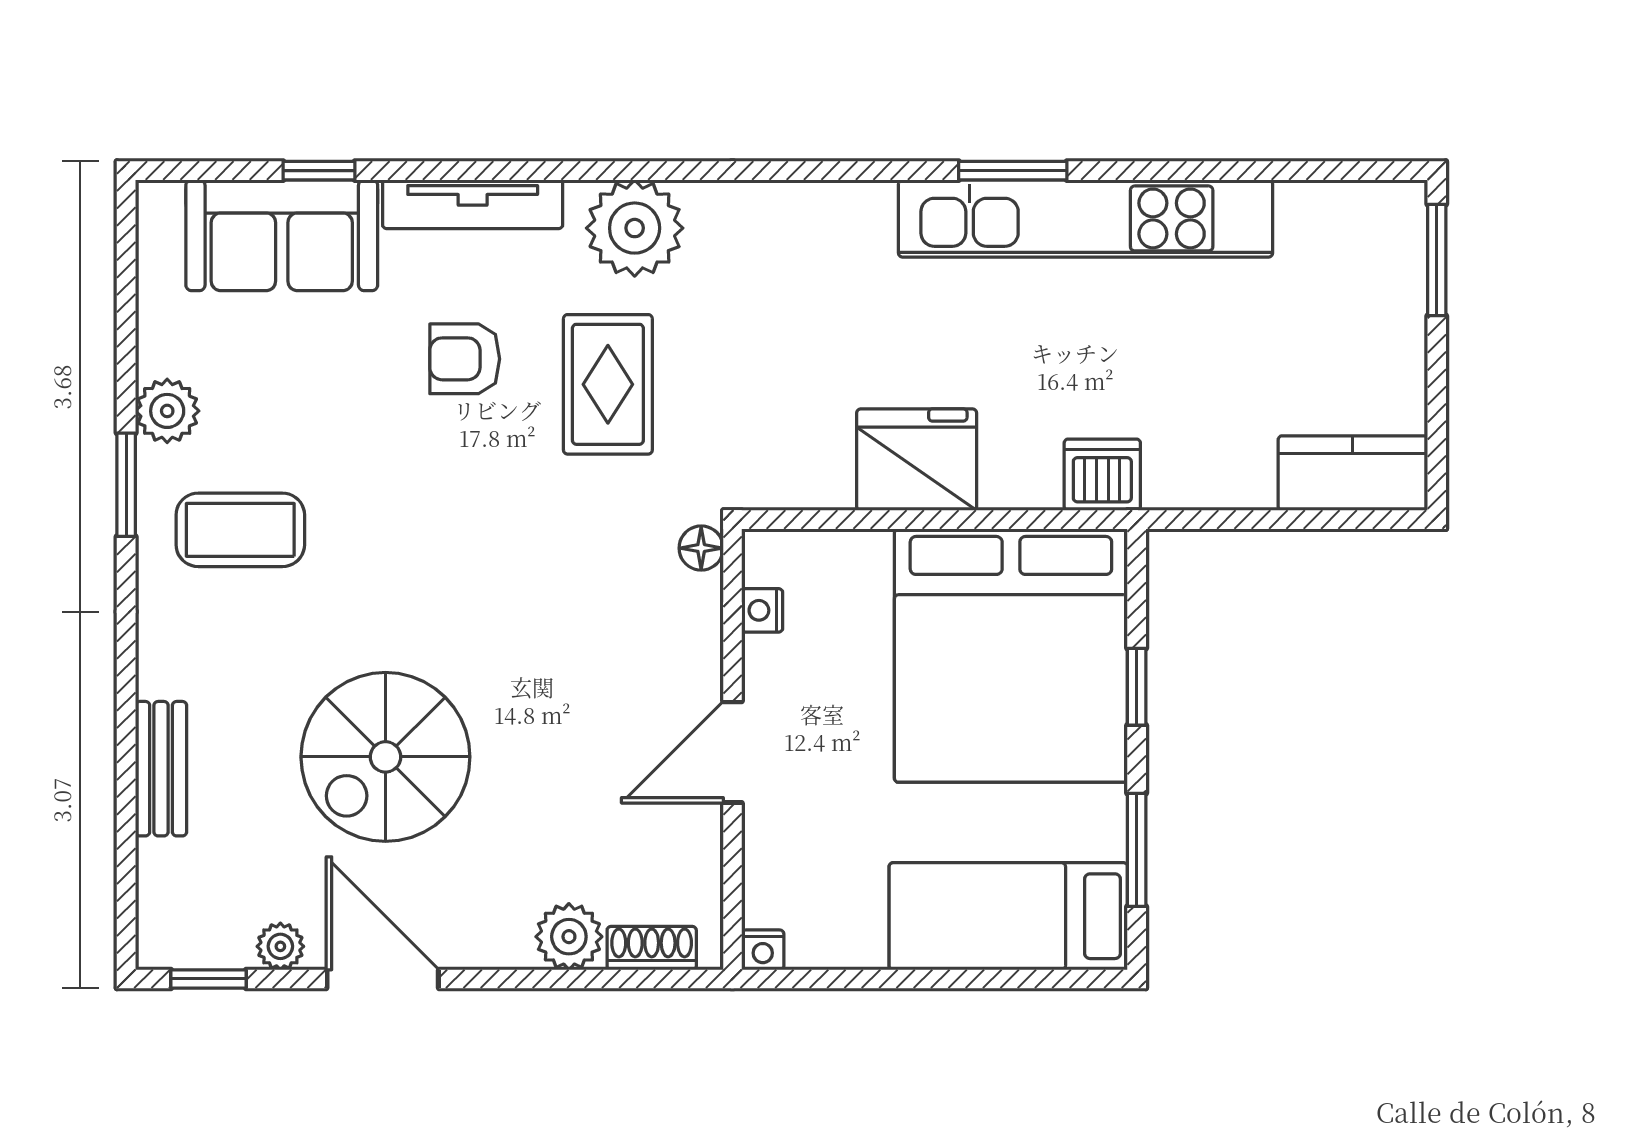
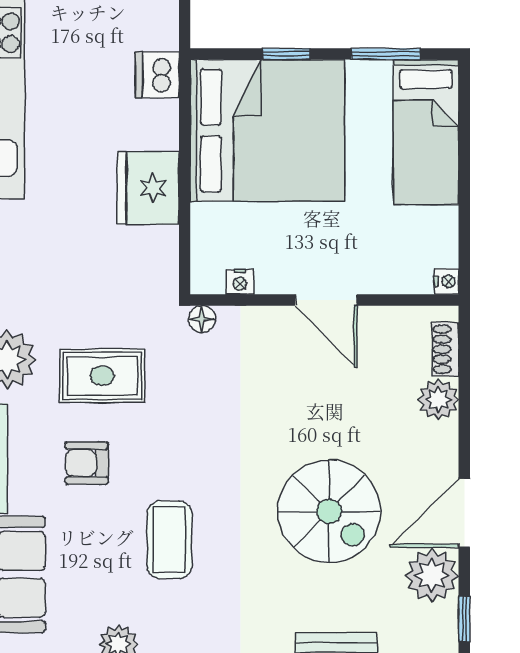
armchair: (465, 359) -> (87, 463), turned 90
coffee table: (240, 530) -> (169, 540), moved
plant: (280, 946) -> (432, 575), width x1.88, depth x1.88

